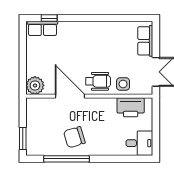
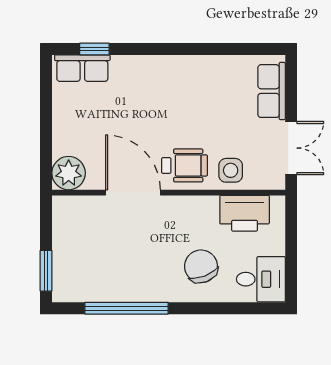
chair: (74, 137) -> (201, 266), moved, turned 86

